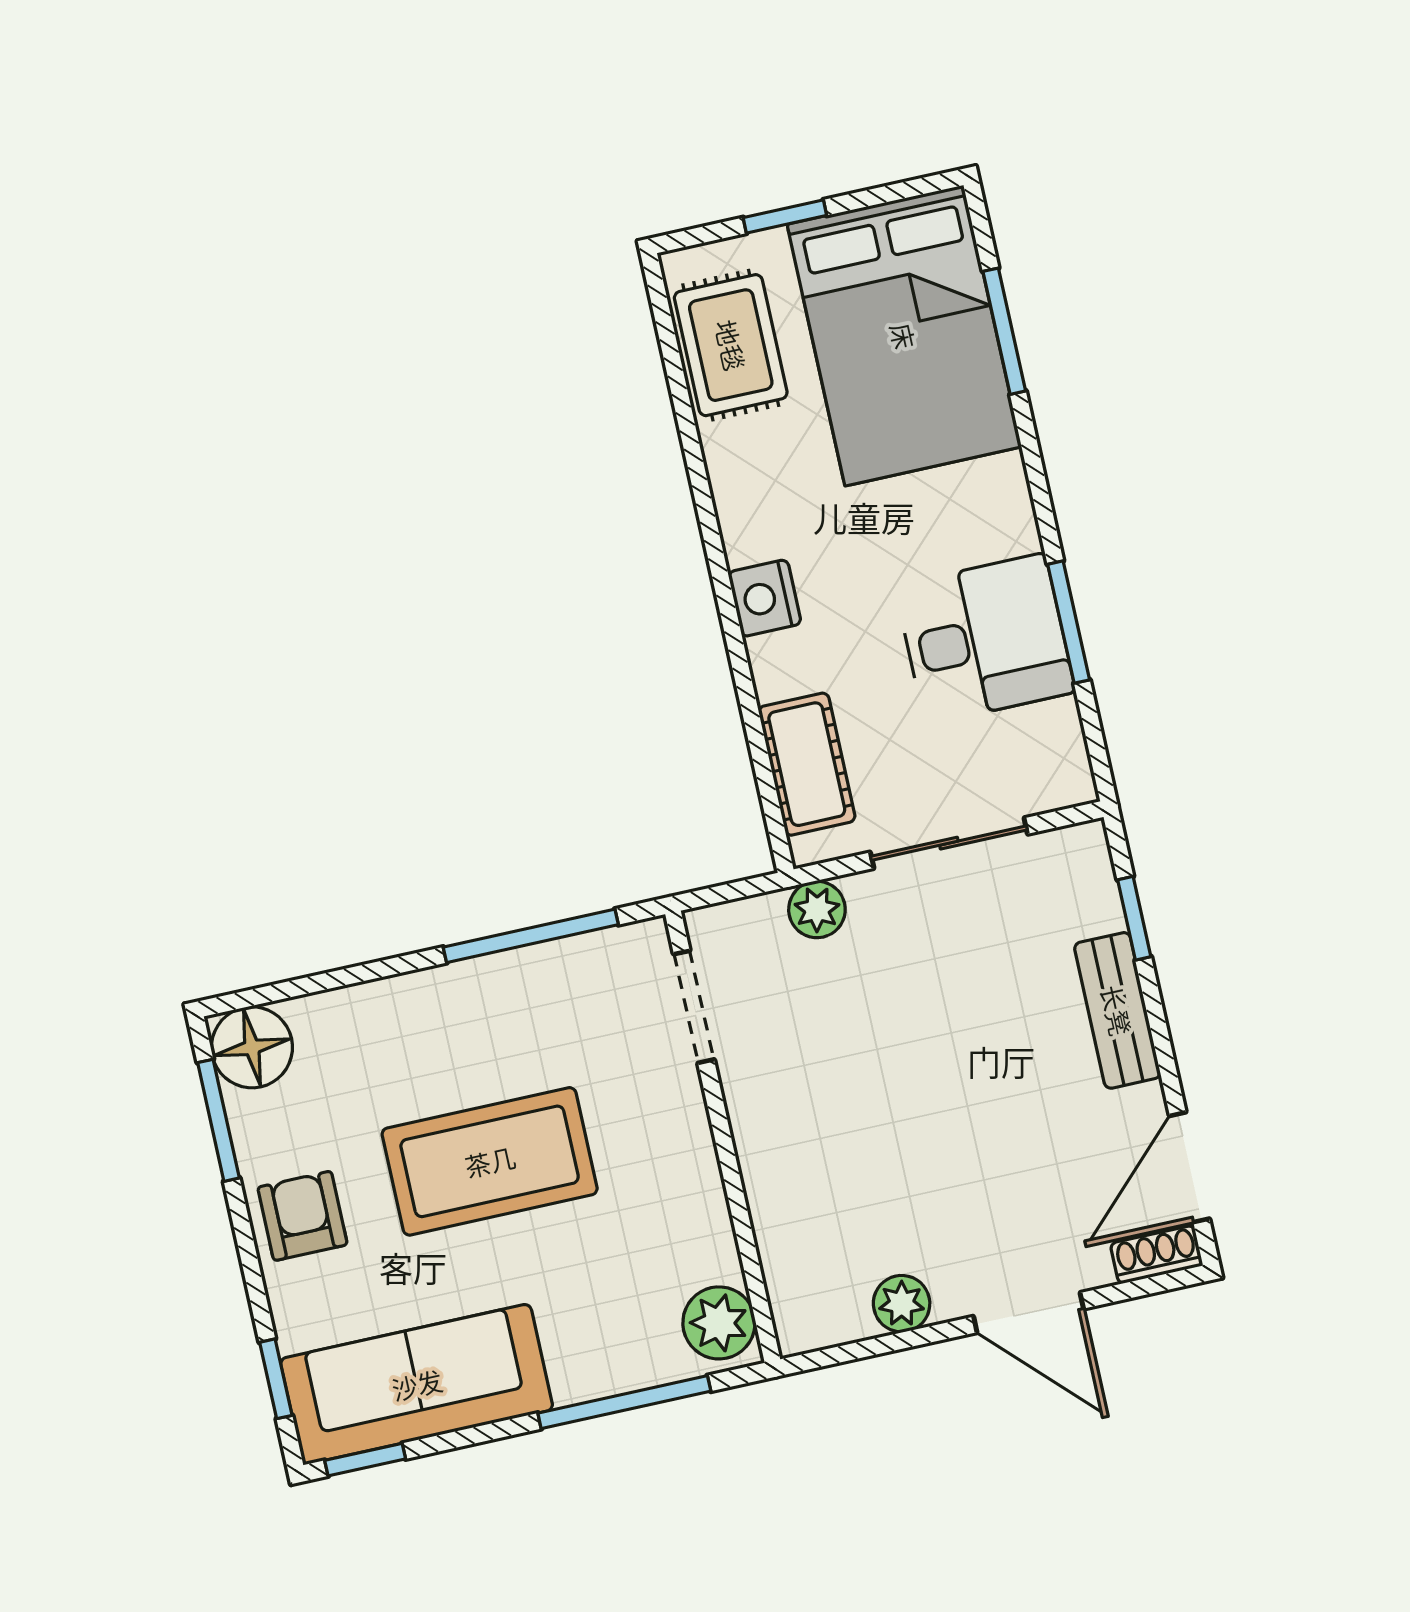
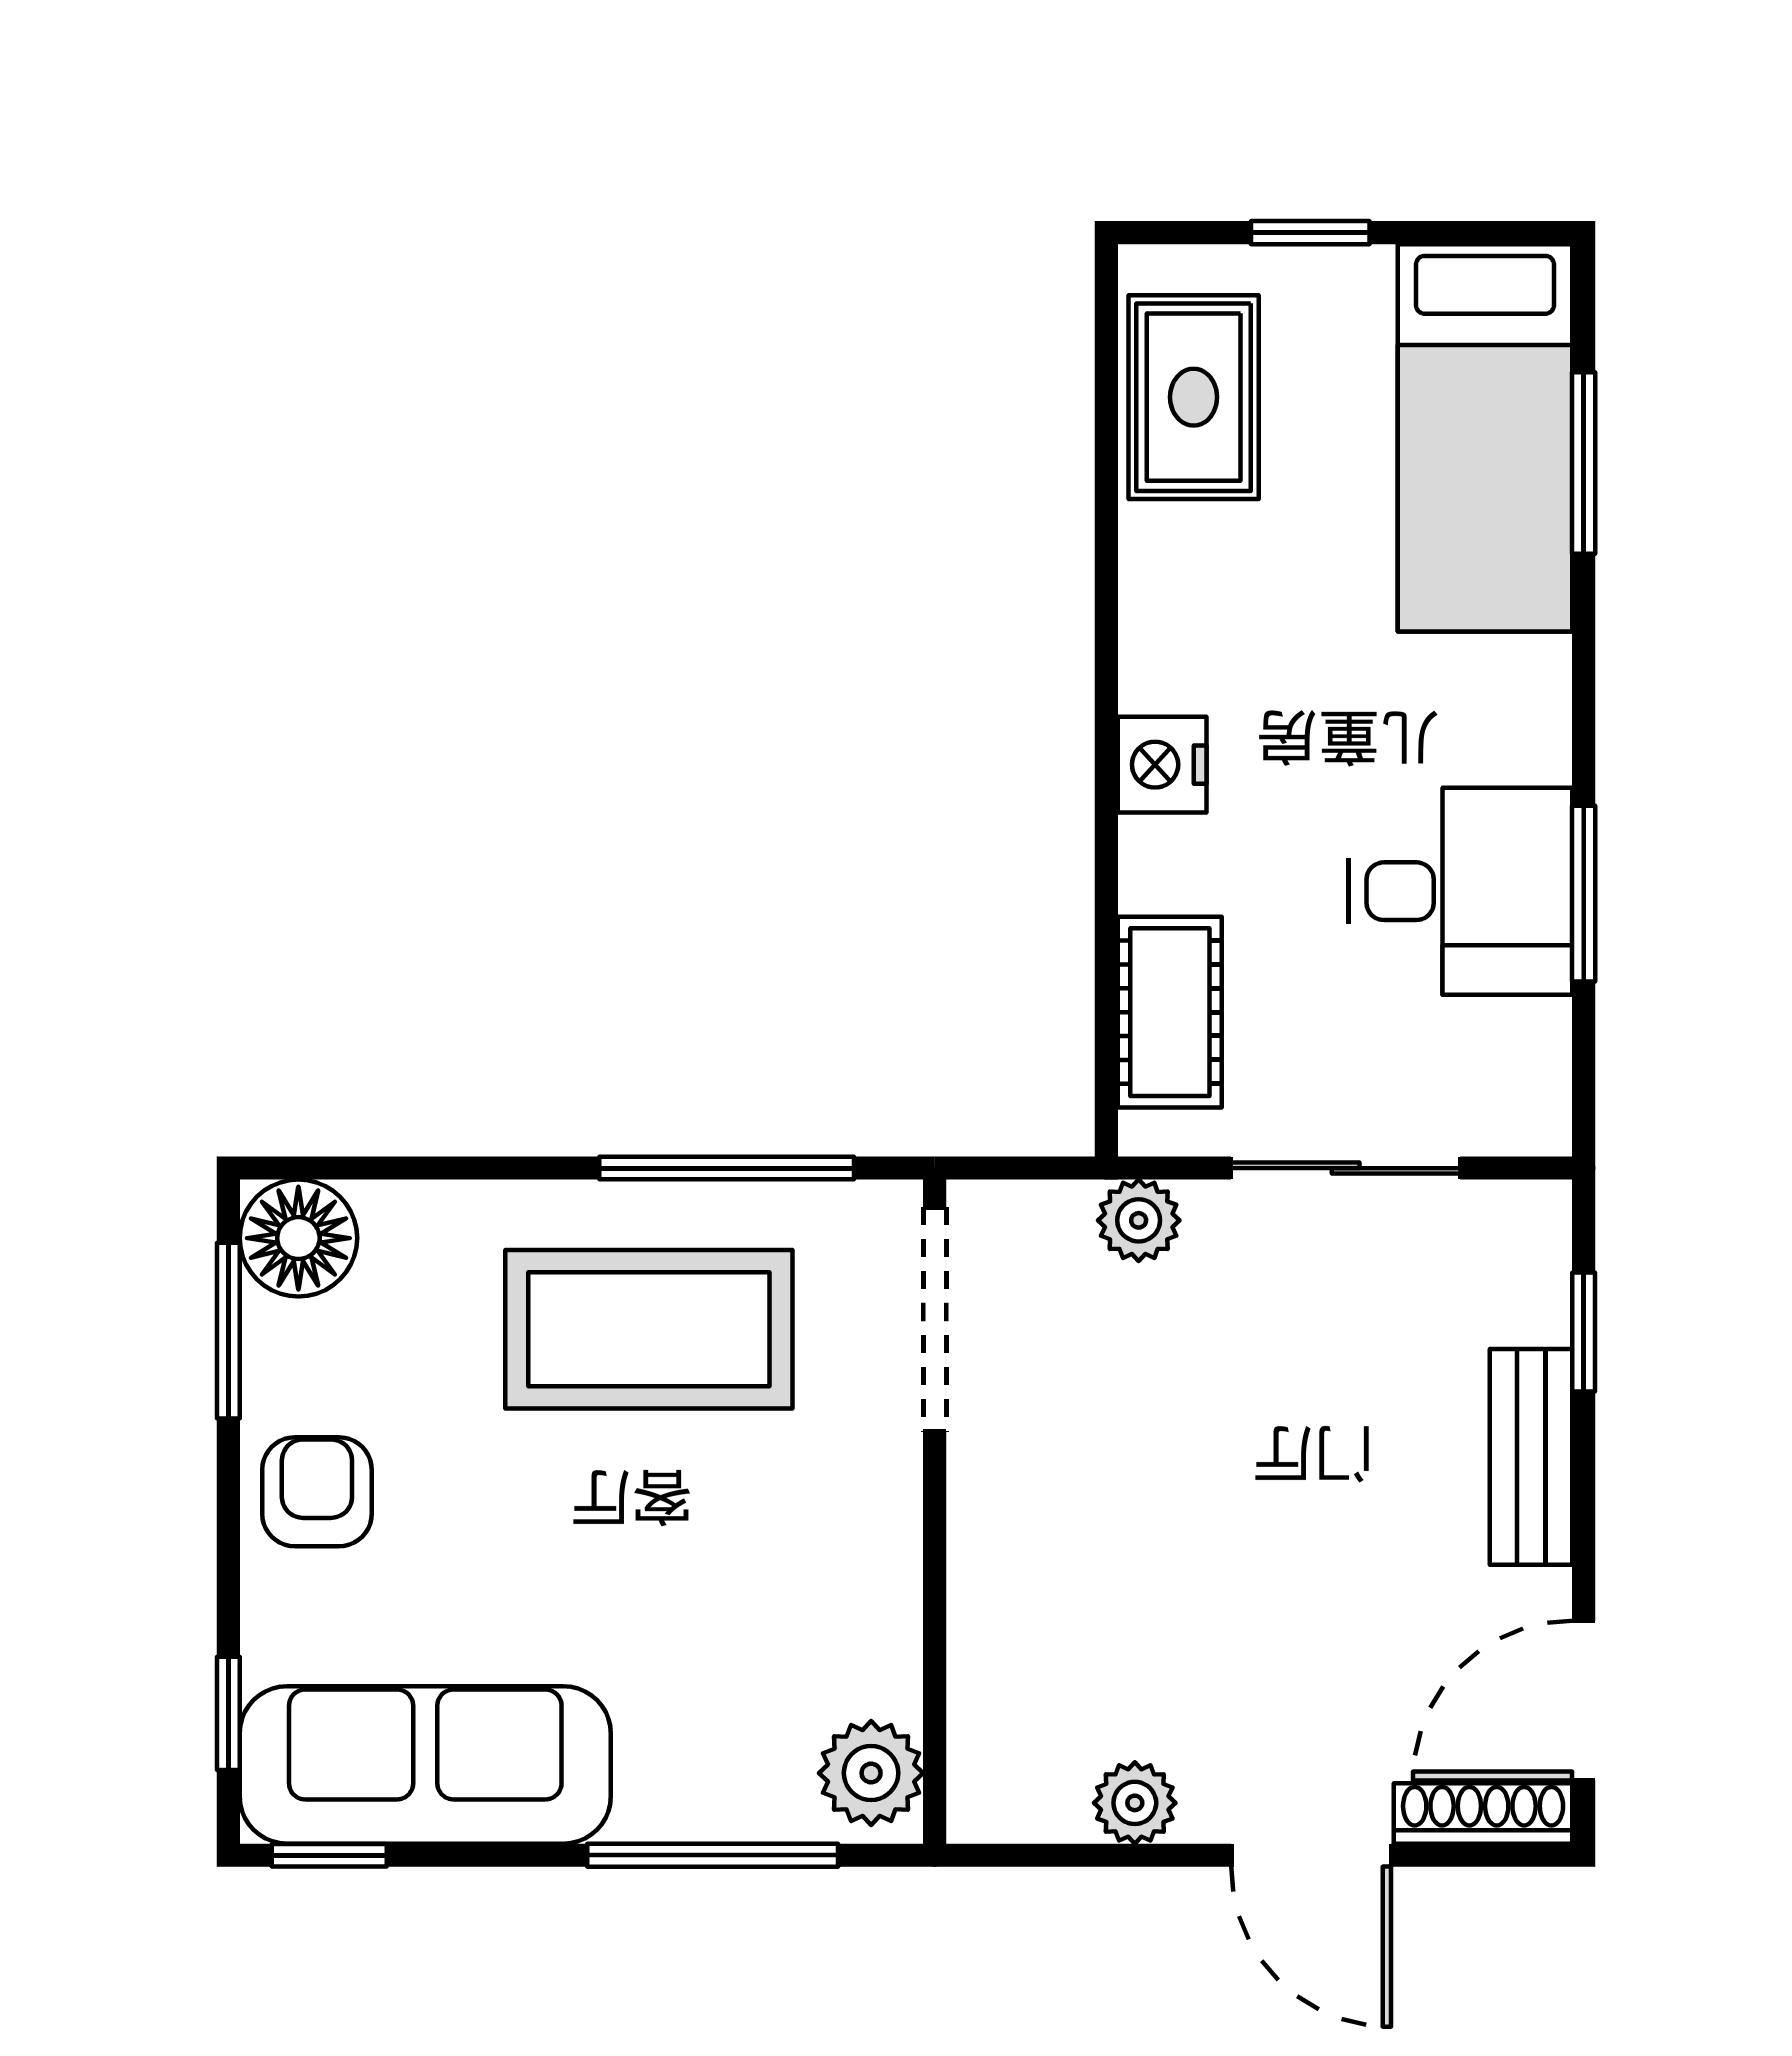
bed: (904, 336) -> (1485, 438), width x0.67
doorway: (694, 1007) -> (935, 1319), width x1.38
coffee table: (490, 1161) -> (649, 1329), moved
shoe rack: (1157, 1255) -> (1483, 1813), width x1.43

